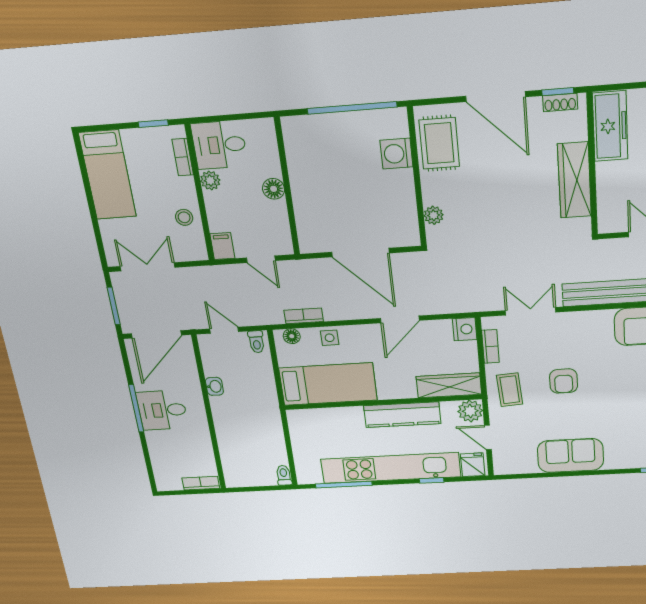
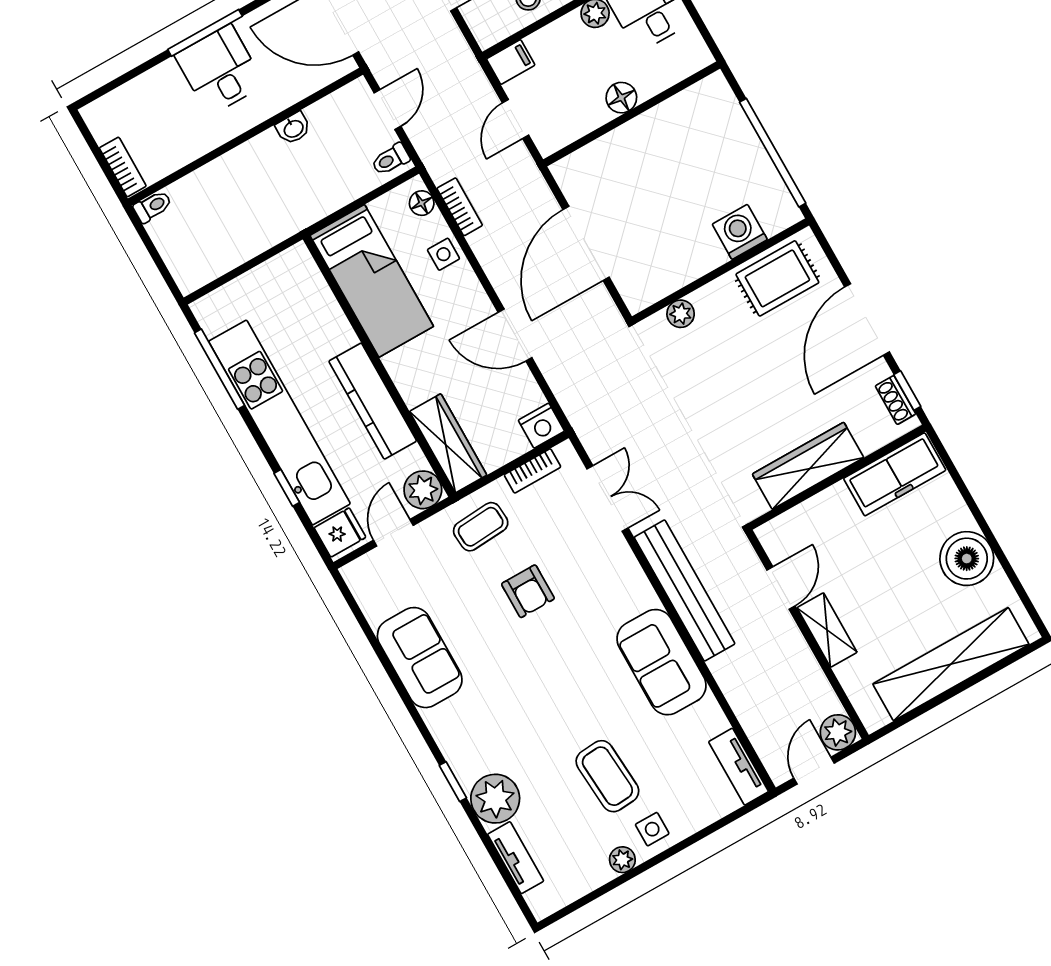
armchair: (564, 381) -> (528, 591), turned -90
toilet: (284, 475) -> (153, 206), moved

